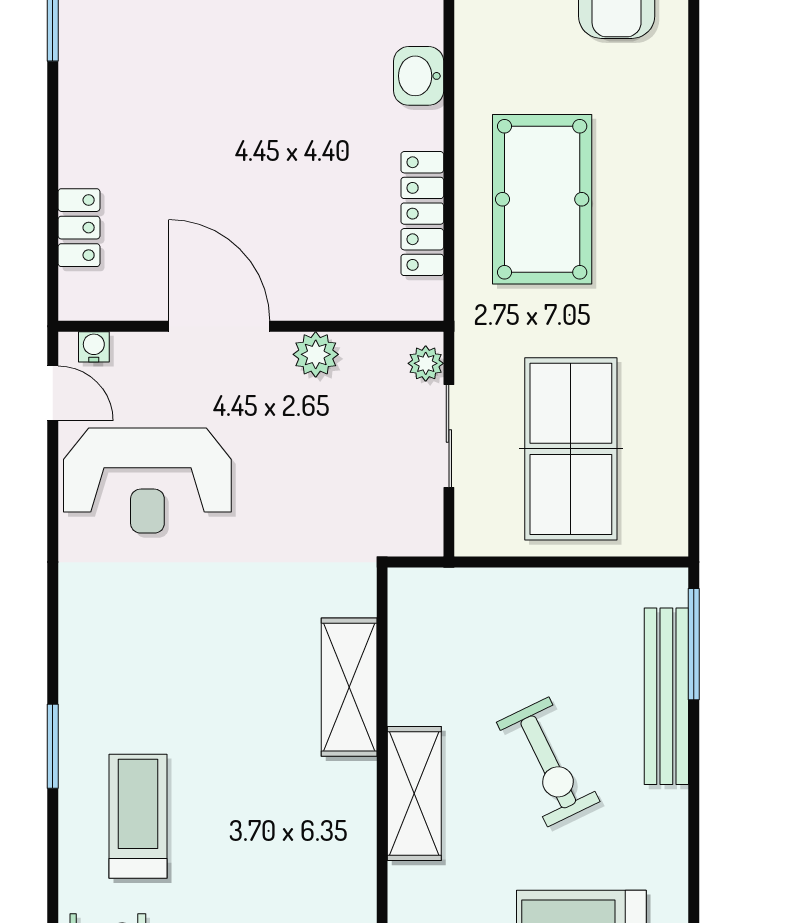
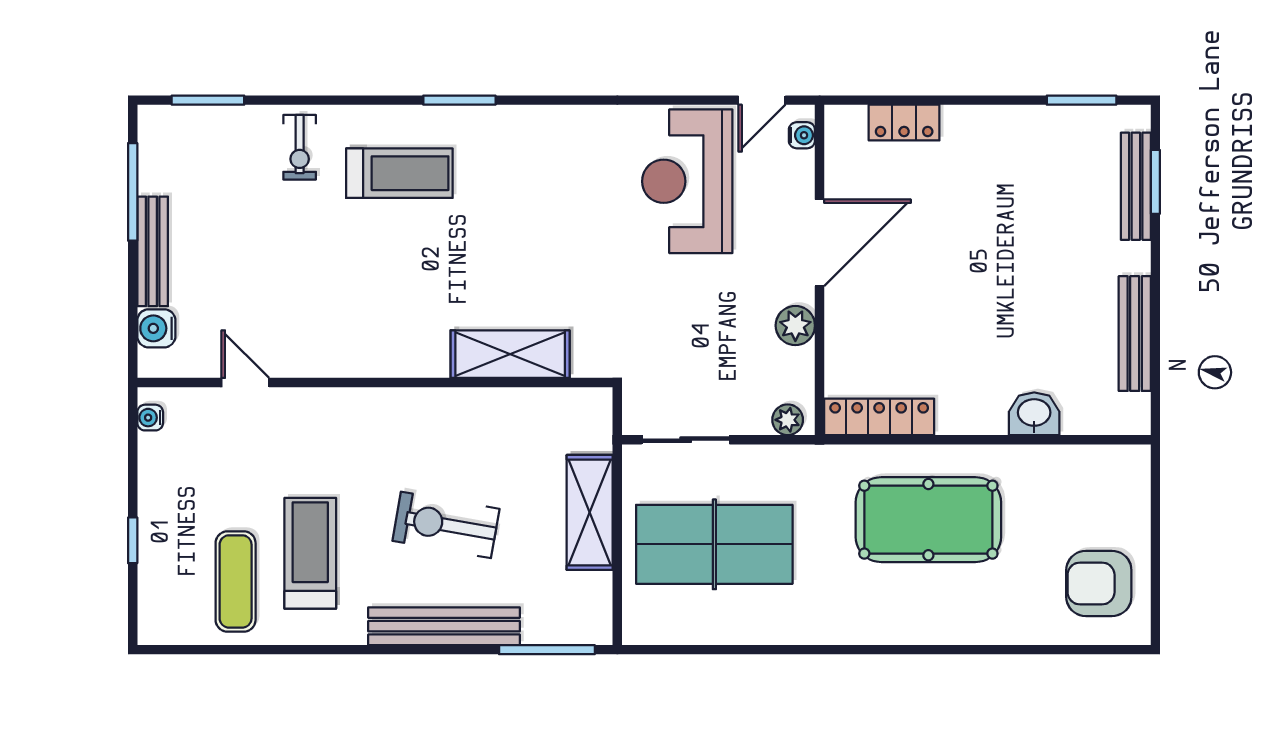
locker: (422, 214) -> (879, 417), moved
sliding door: (449, 436) -> (686, 440), moved
bench: (666, 696) -> (444, 626), moved
exercise bike: (548, 762) -> (446, 525), turned 36
shelving: (414, 794) -> (590, 512), moved, turned 90

